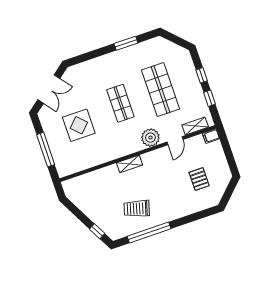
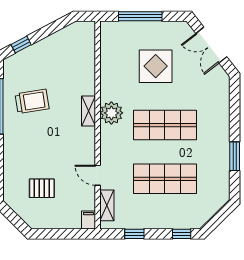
window: (202, 75) -> (182, 234), moved
shop shelf: (120, 103) -> (165, 125), width x1.43, depth x1.36
plant: (150, 138) -> (111, 113), moved
trolley: (137, 209) -> (32, 101), turned 65

